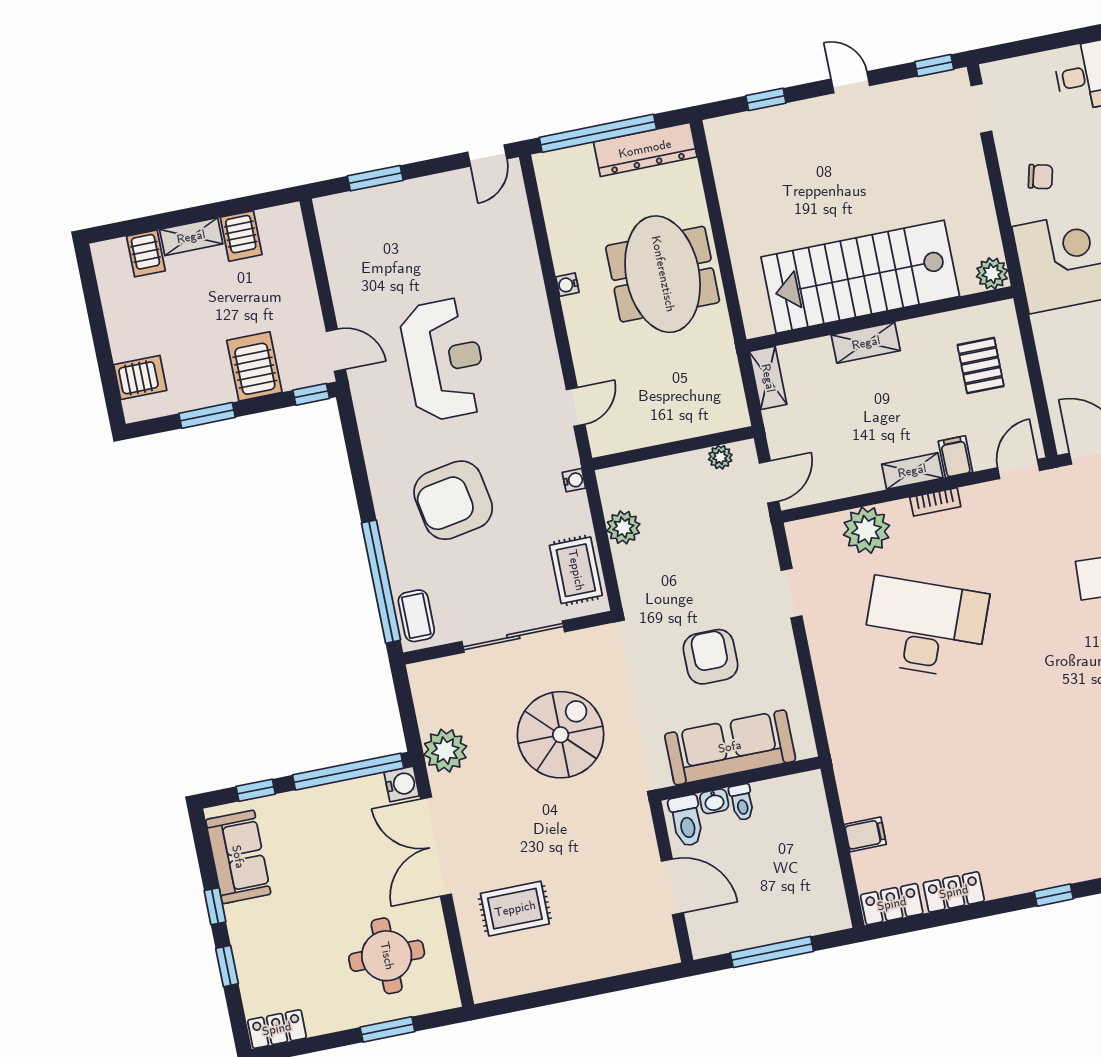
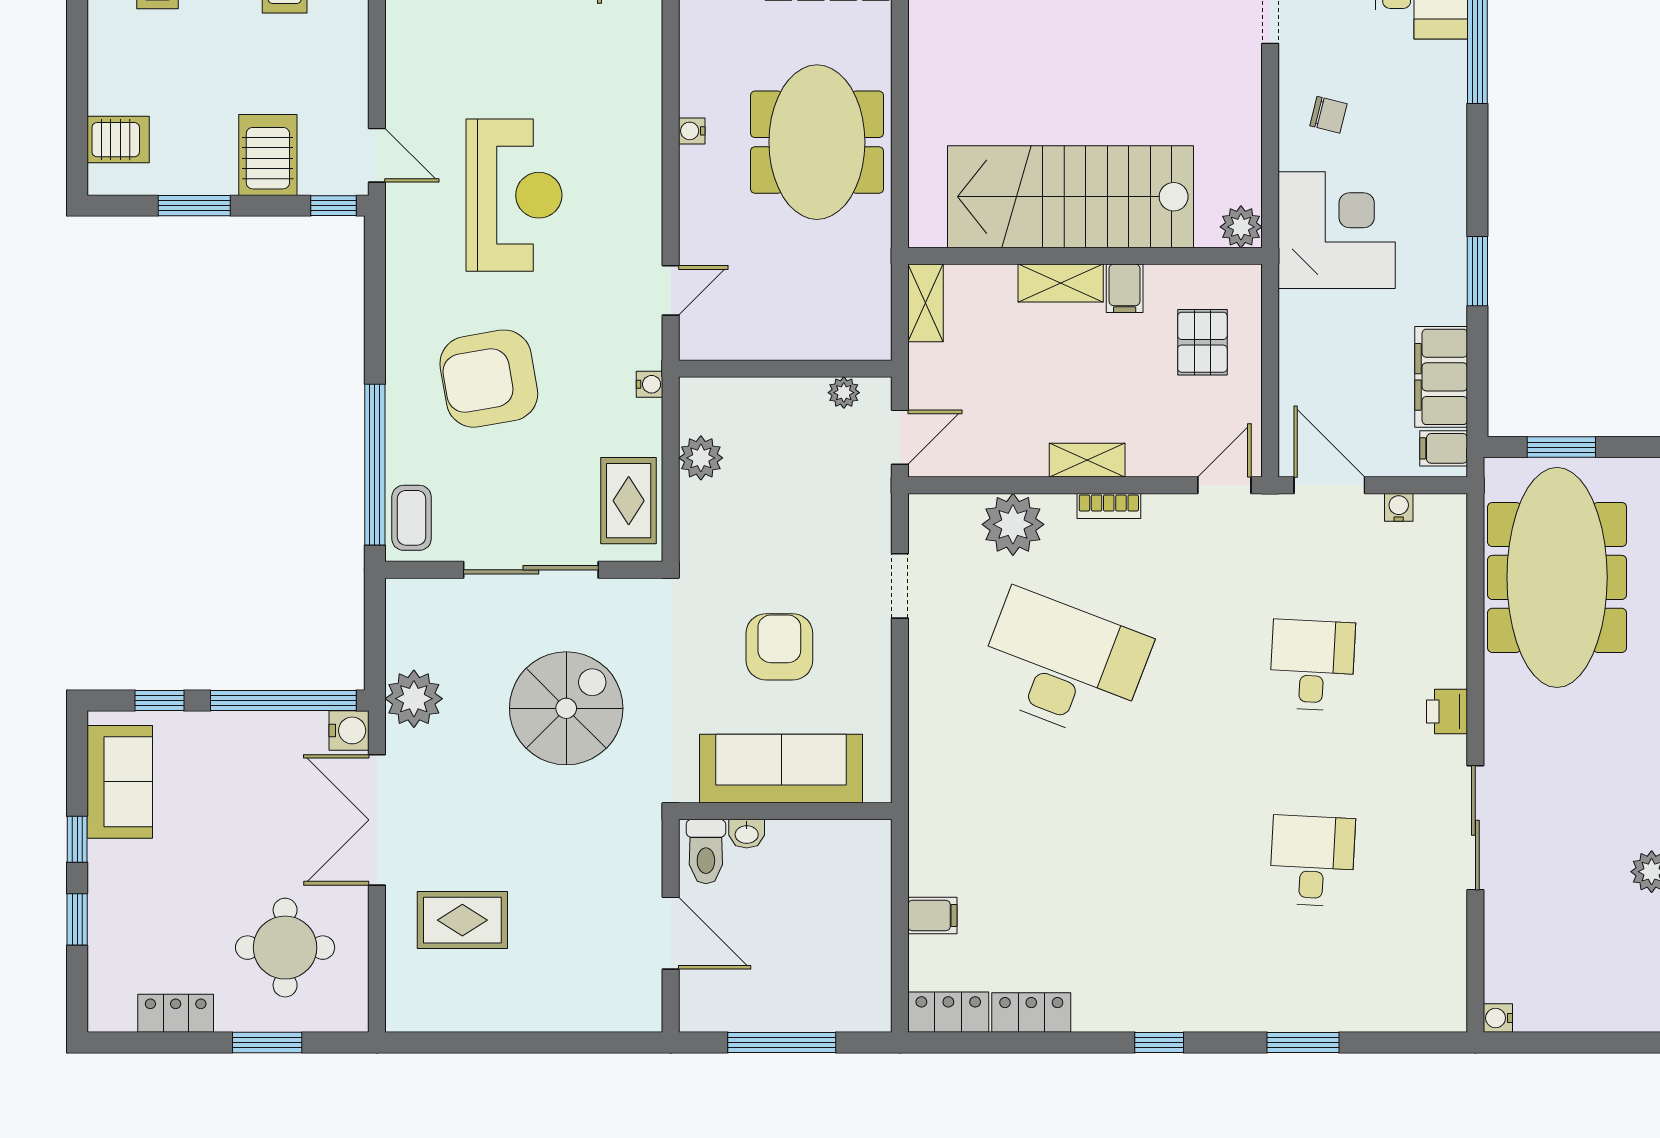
filing cabinet: (955, 457) -> (1125, 288), moved, turned 180
toilet: (742, 802) -> (782, 842), removed
locker: (277, 1029) -> (176, 1013), moved

